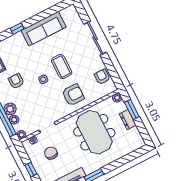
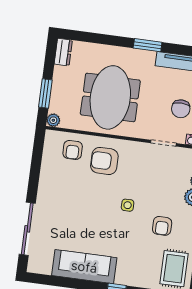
sliding door: (95, 38) -> (27, 229), moved
coffee table: (62, 67) -> (94, 205), removed
armchair: (102, 77) -> (73, 150), moved
dresser: (128, 120) -> (63, 52), moved

